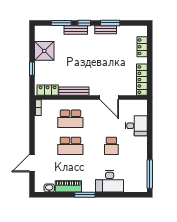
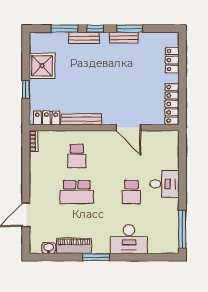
school desk: (70, 119) -> (77, 156), width x0.54
desk: (136, 126) -> (164, 184), moved

